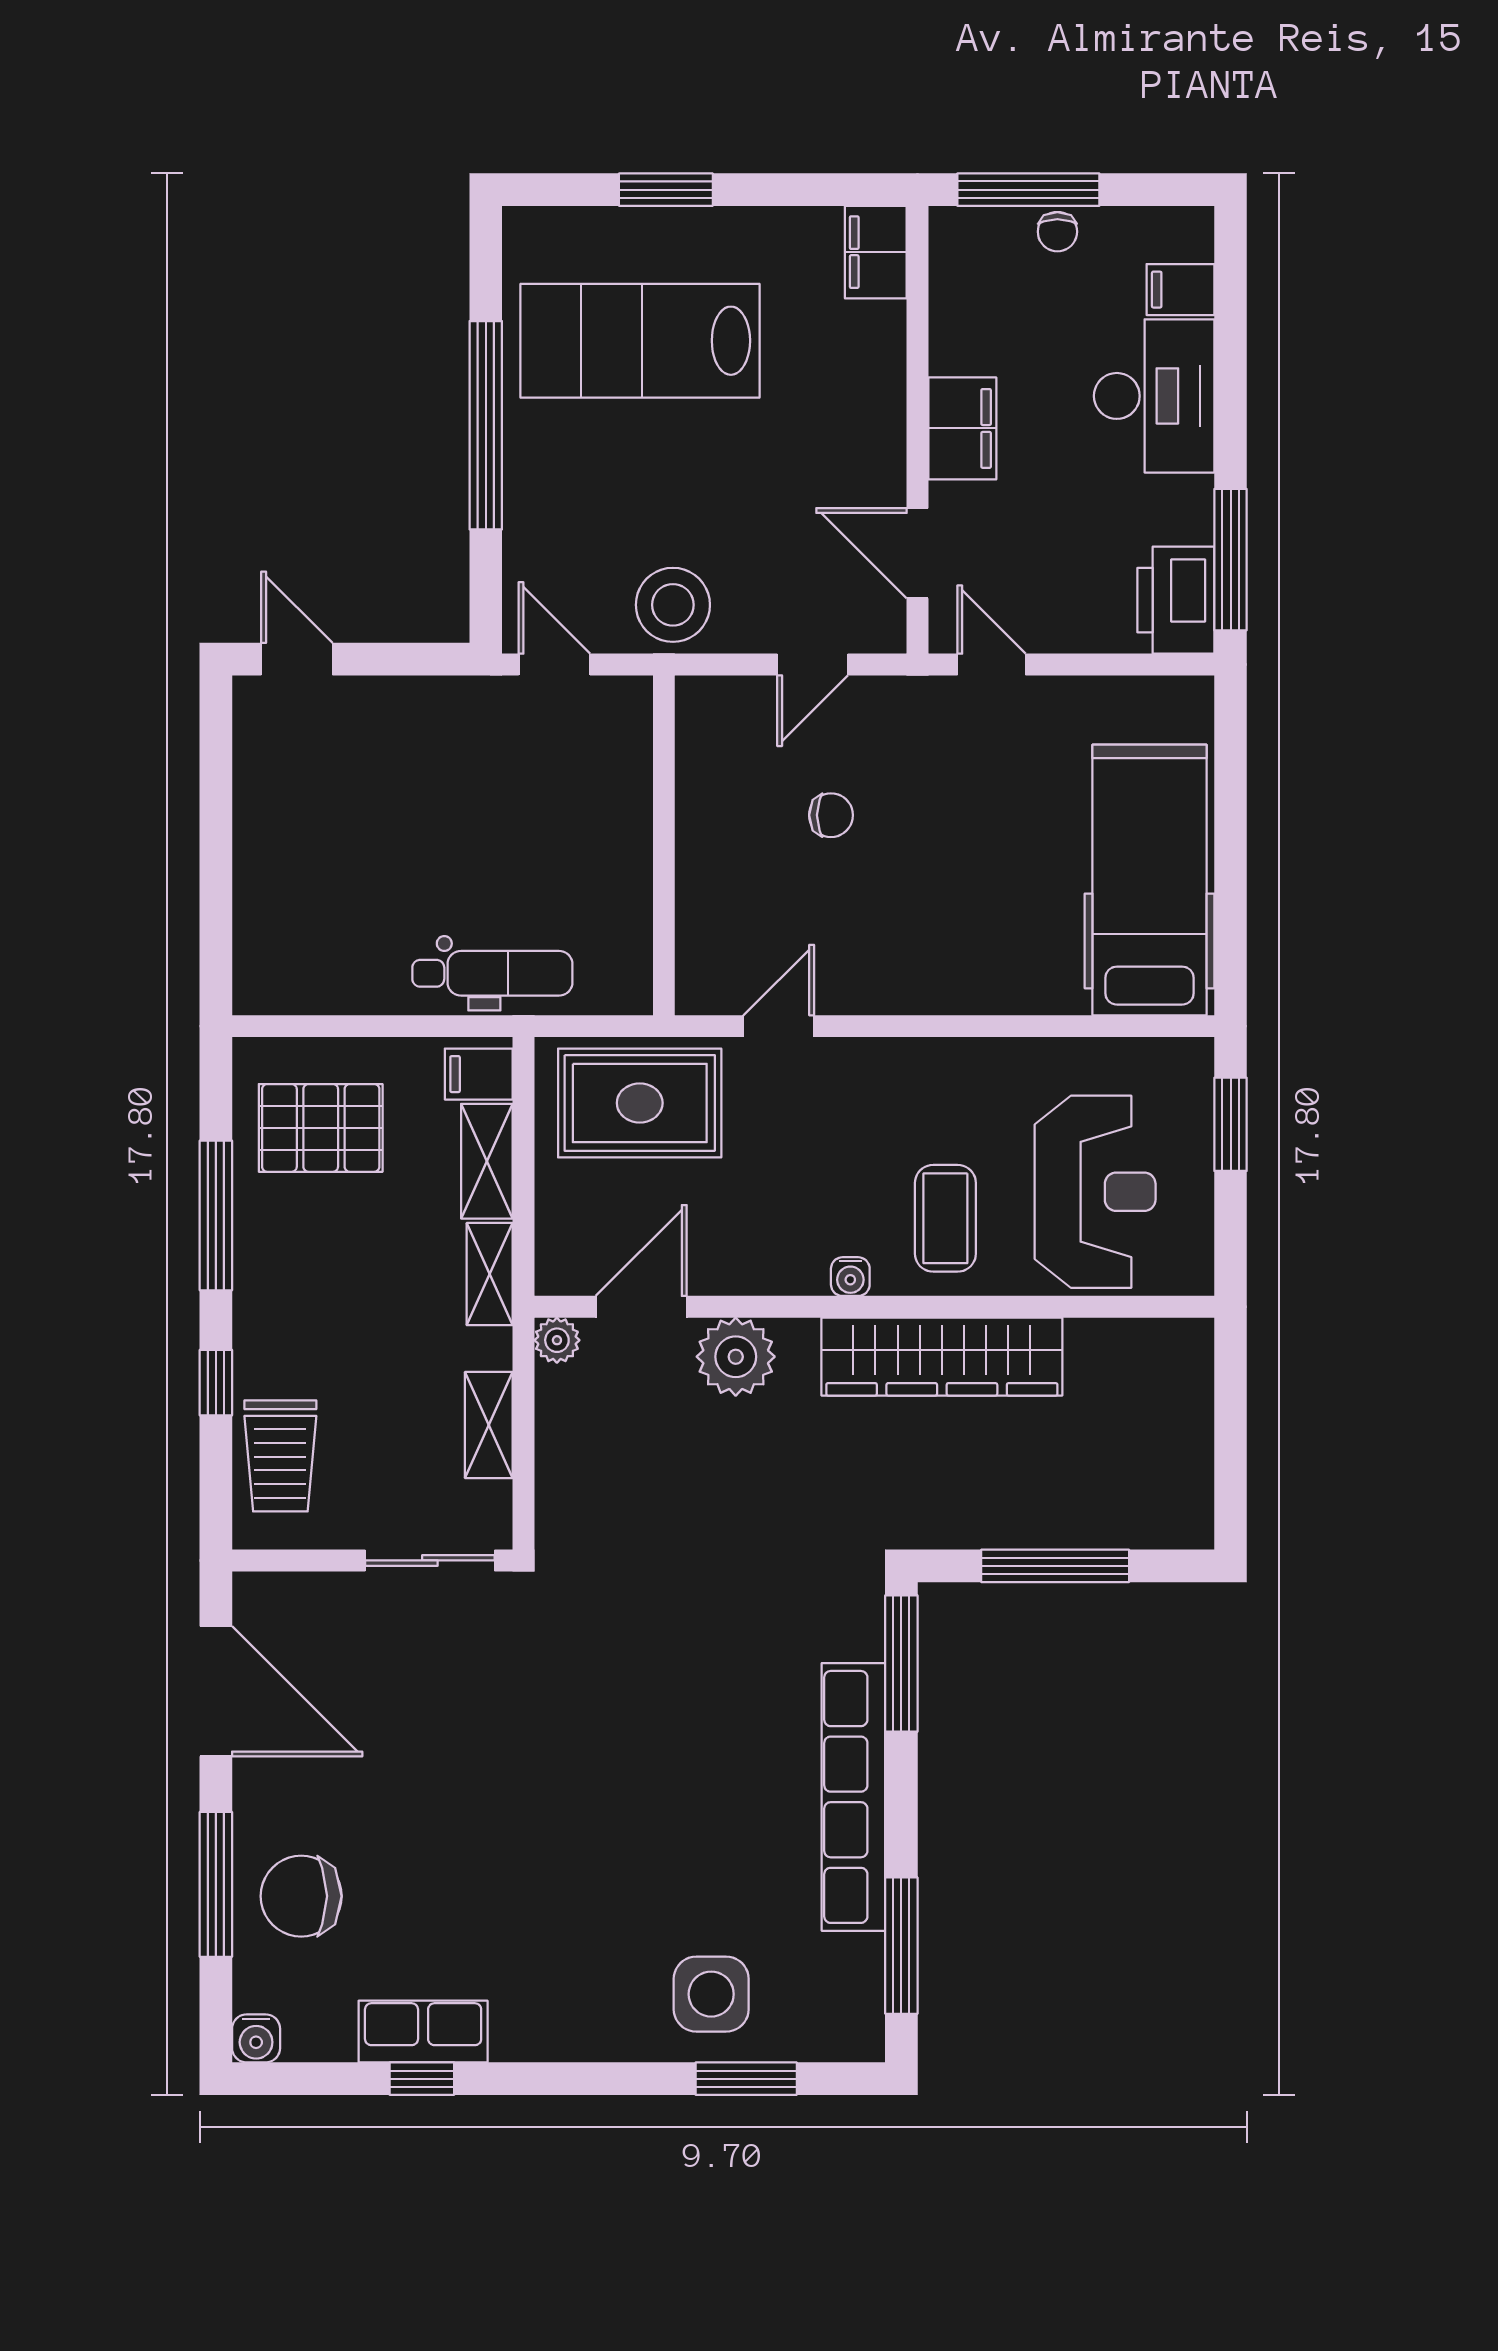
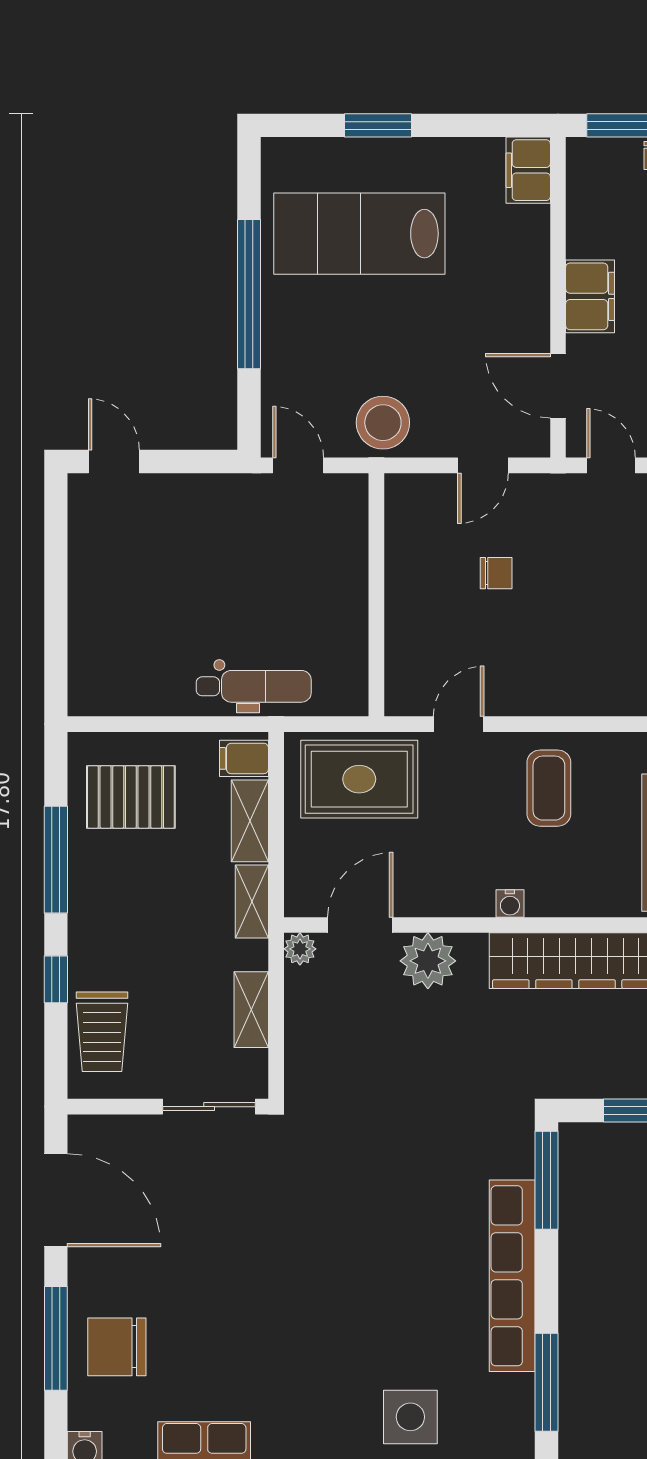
coffee table: (945, 1218) -> (549, 788), moved

